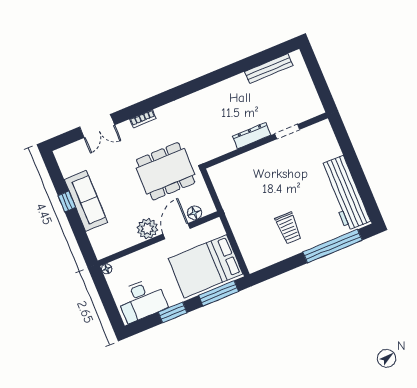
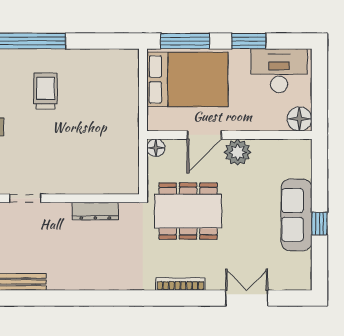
bookcase: (143, 119) -> (180, 284), width x1.56
dresser: (252, 136) -> (95, 211), moved
floor lamp: (195, 213) -> (156, 148), moved
trolley: (288, 228) -> (45, 91), moved
floor lamp: (107, 269) -> (300, 119), width x1.89, depth x1.89

